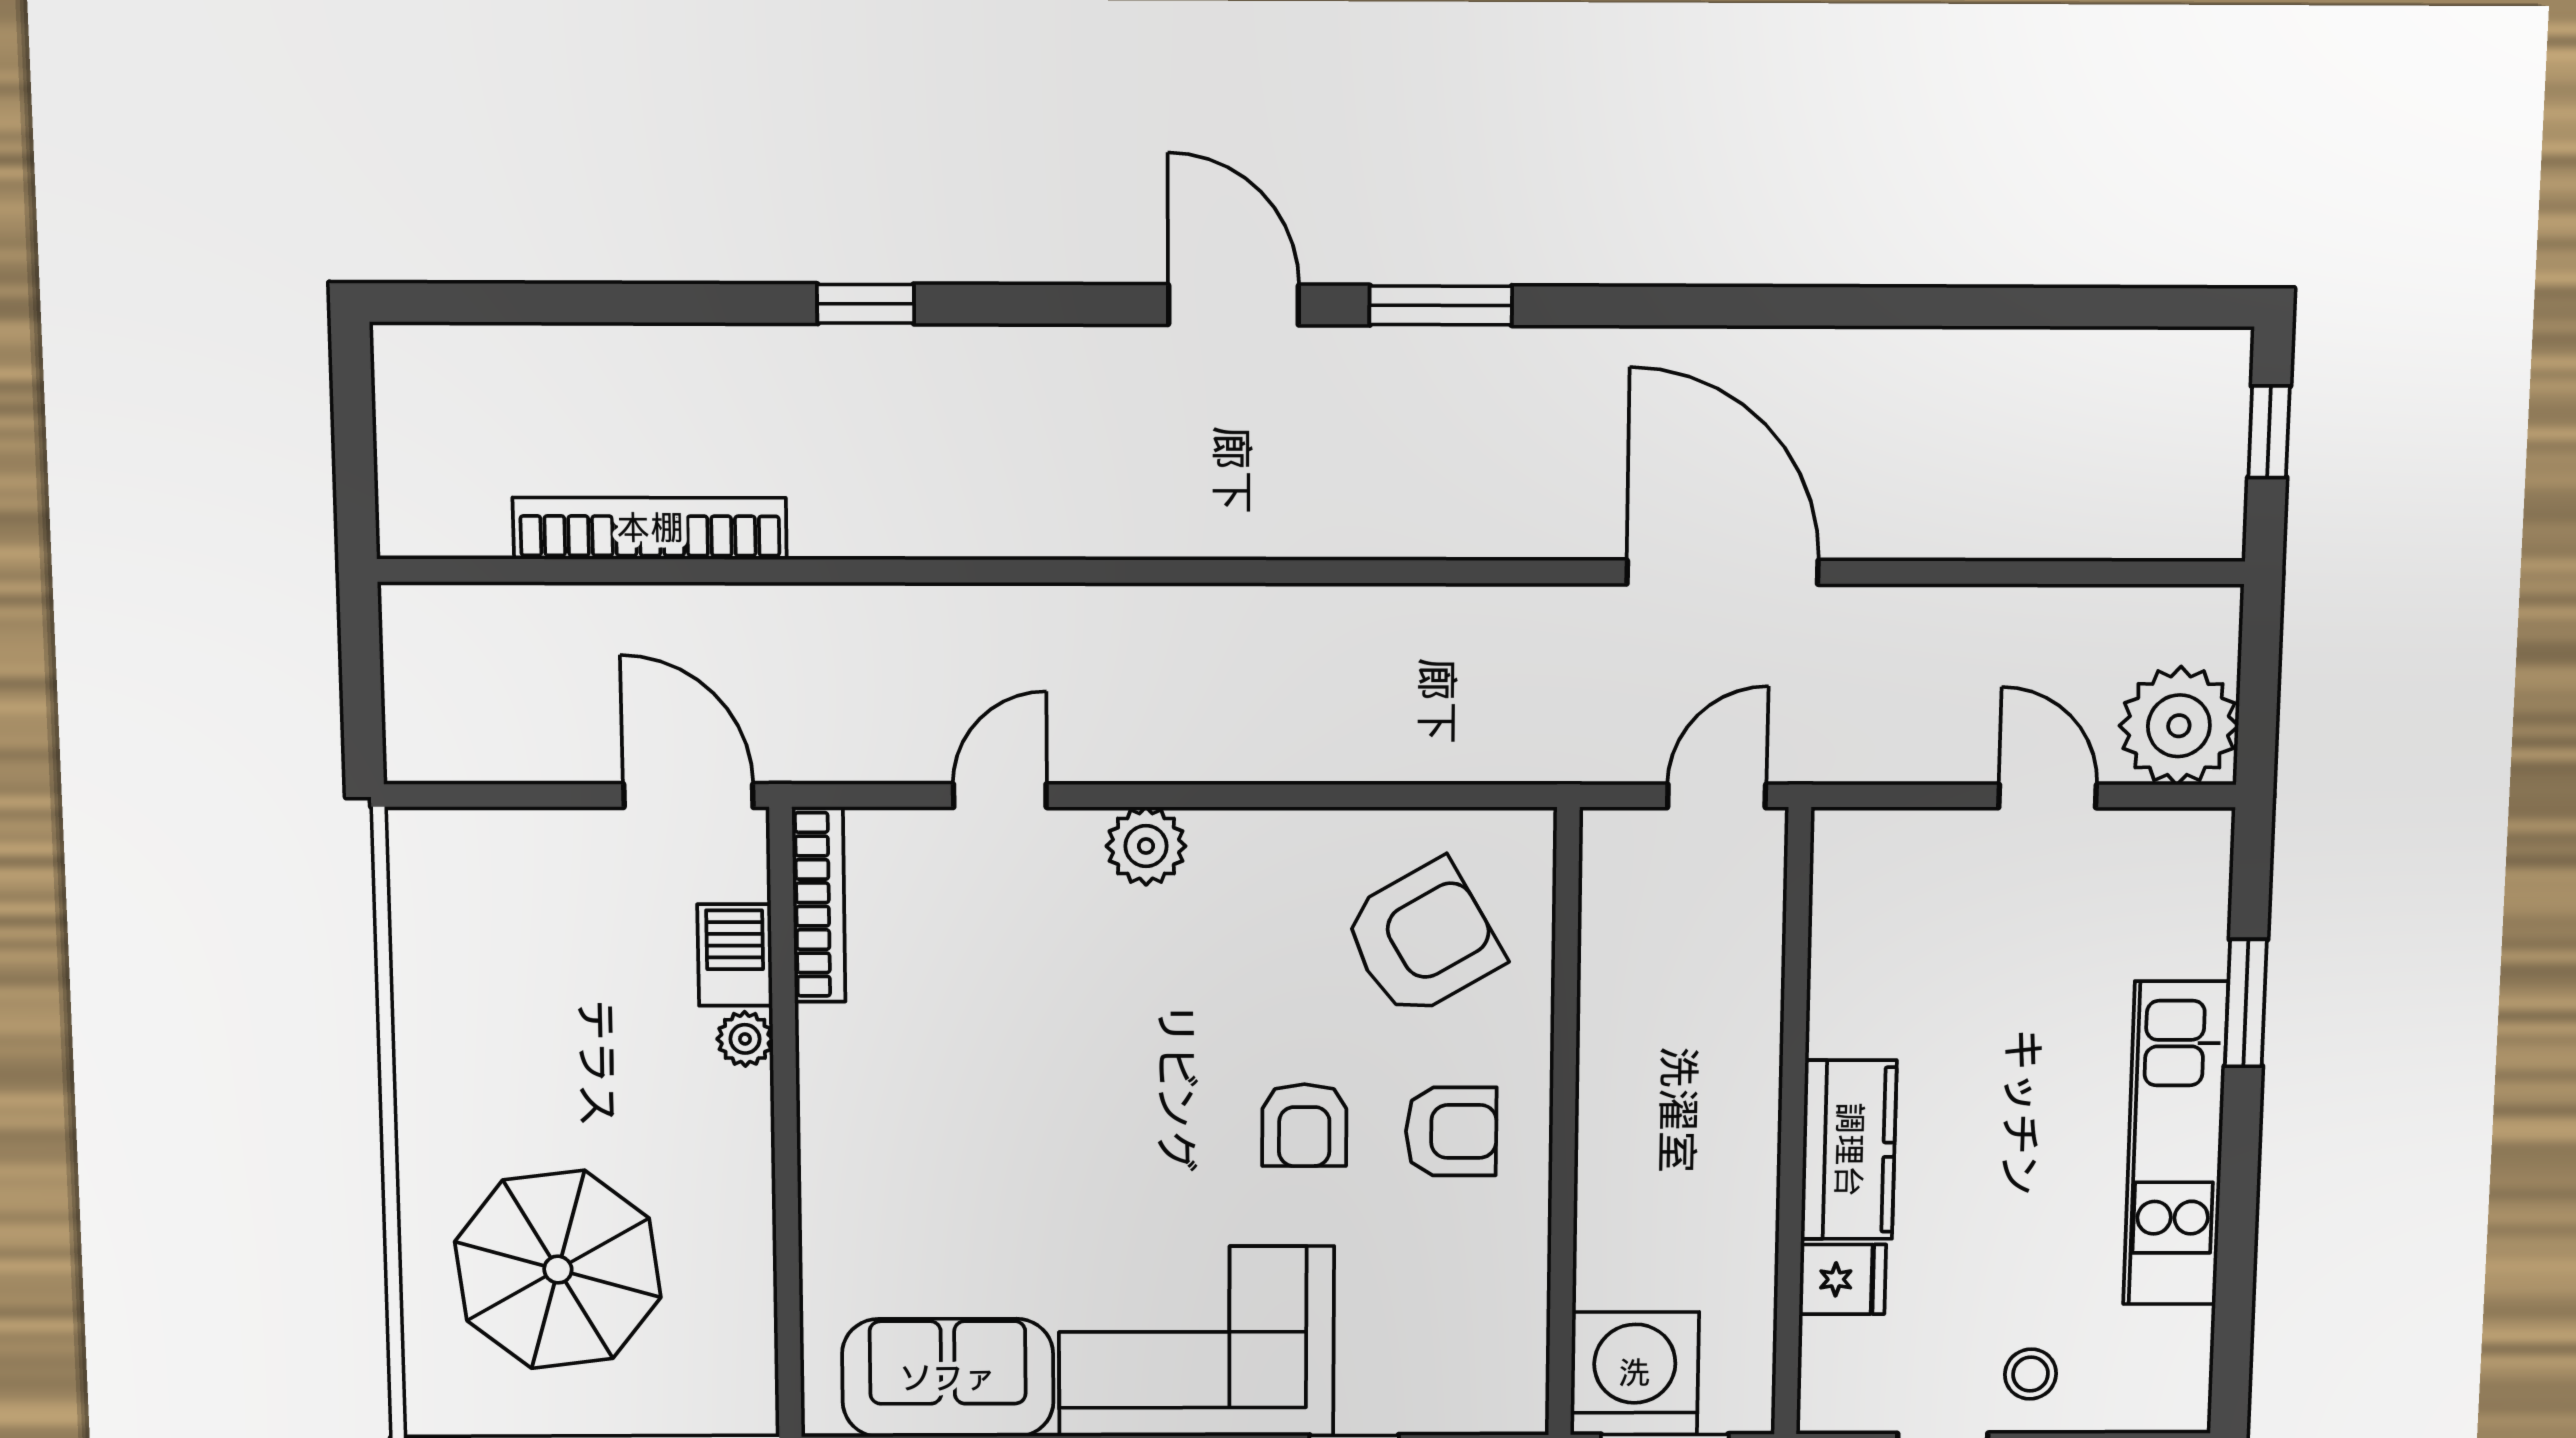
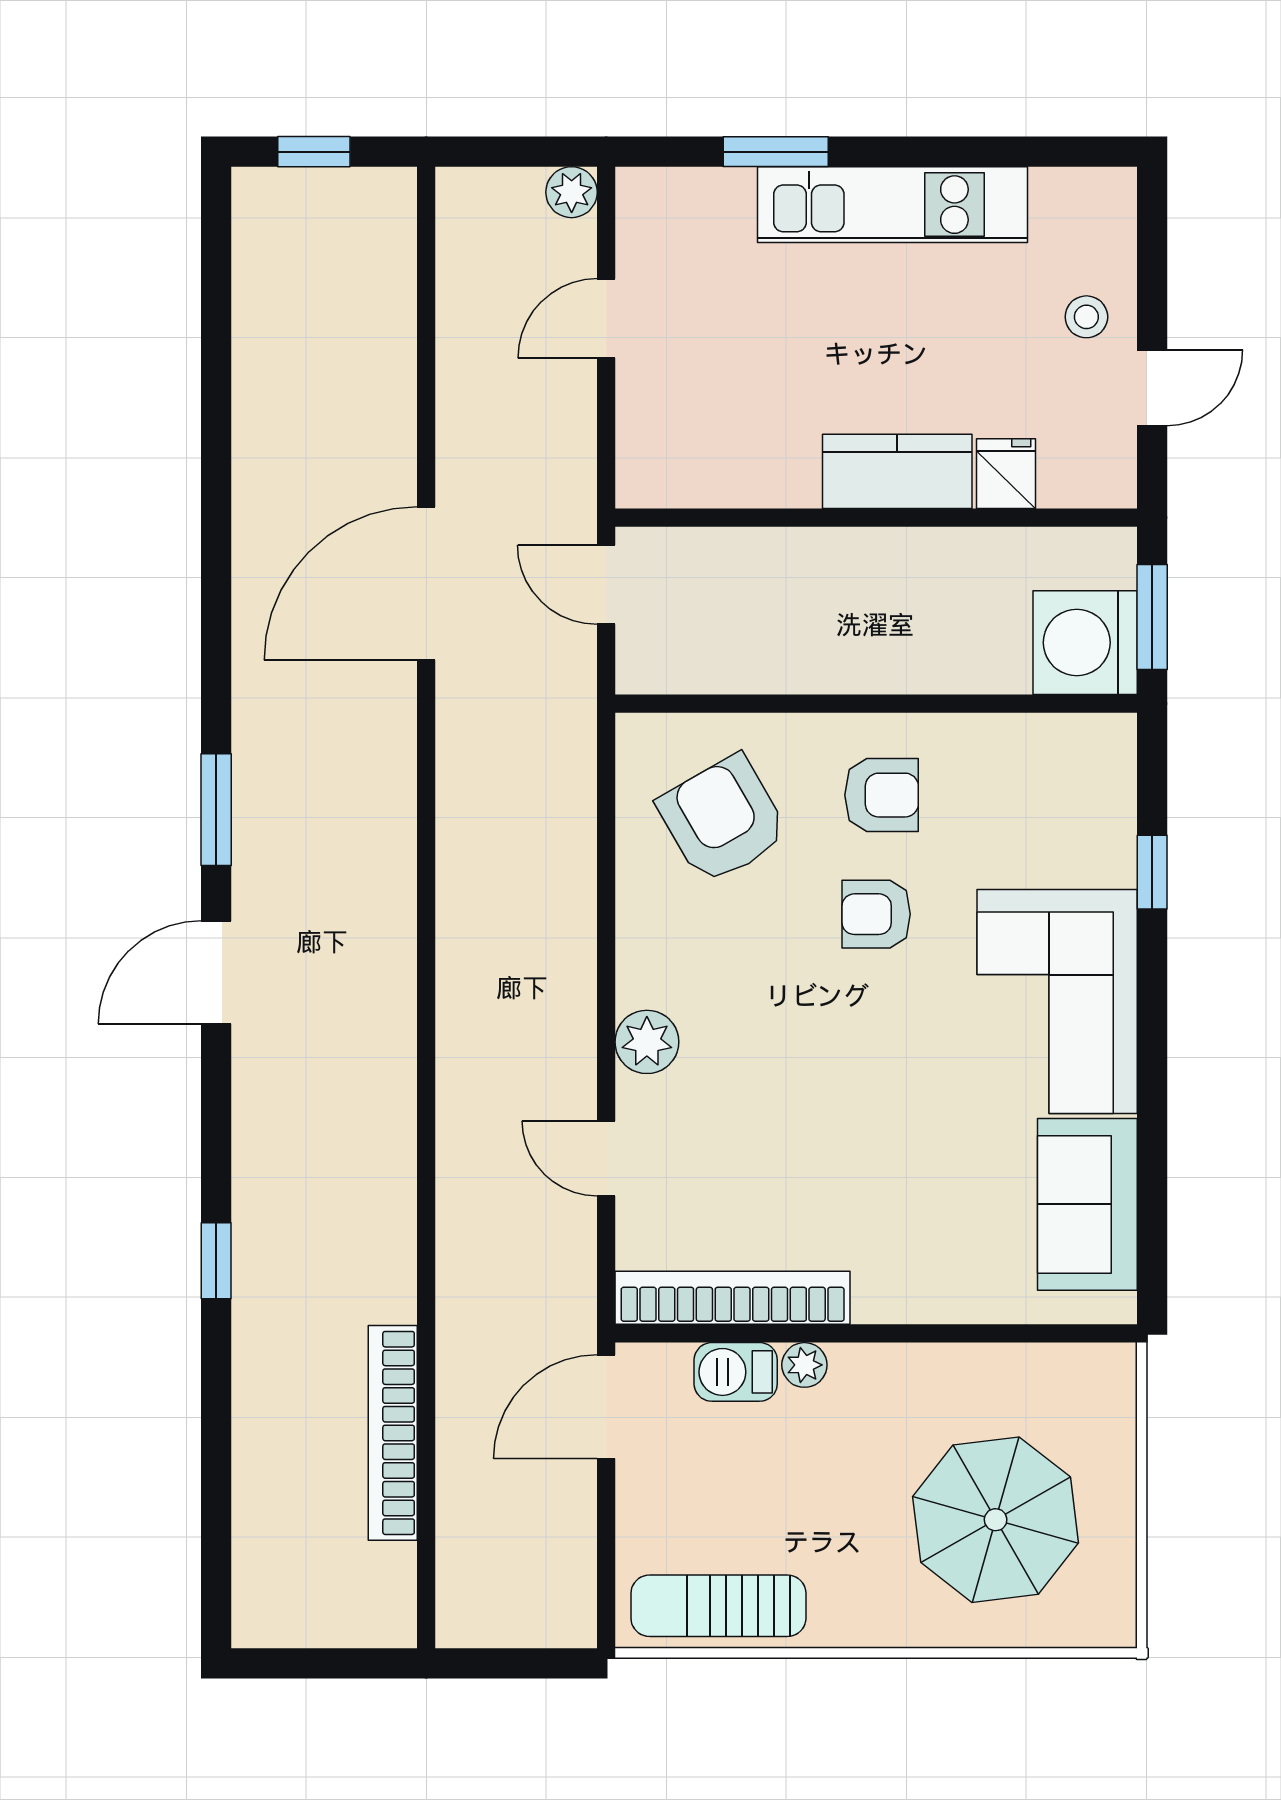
plant: (2179, 726) -> (572, 192), width x0.53, depth x0.53
bookcase: (819, 904) -> (733, 1298), width x1.48, depth x1.31
sun lounger: (442, 934) -> (718, 1606), added
armchair: (1304, 1125) -> (876, 914), turned 180
armchair: (1451, 1131) -> (882, 795), turned 90

